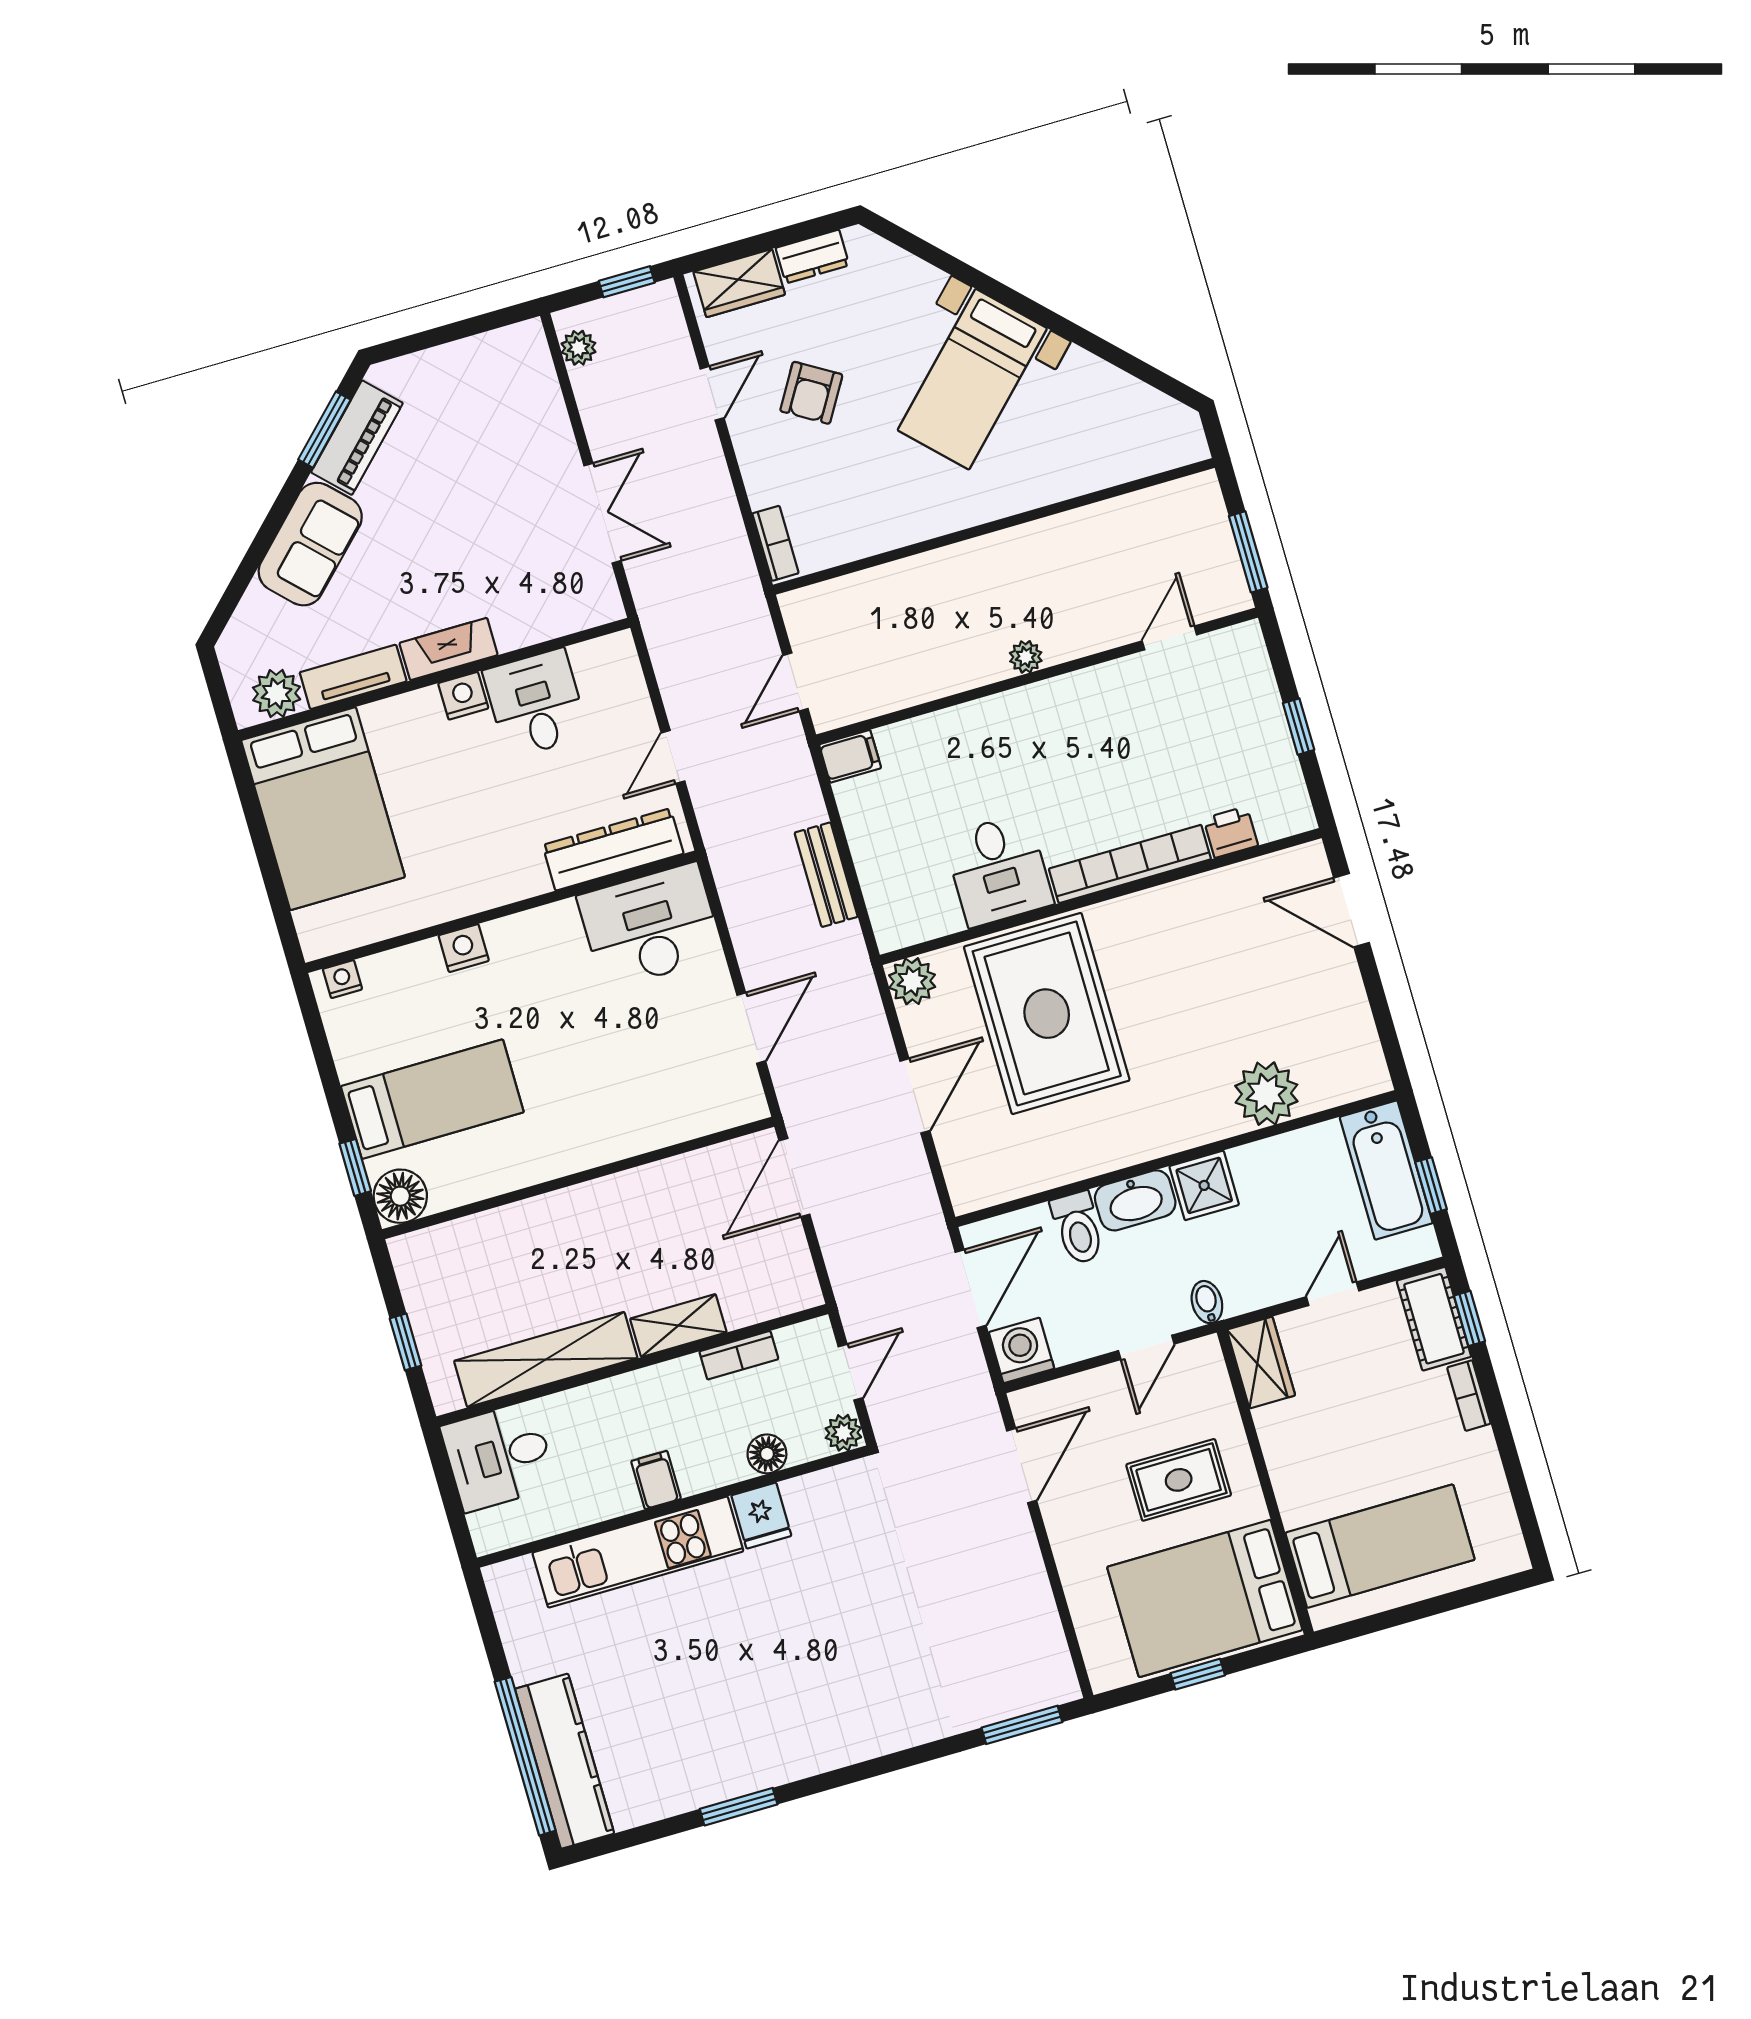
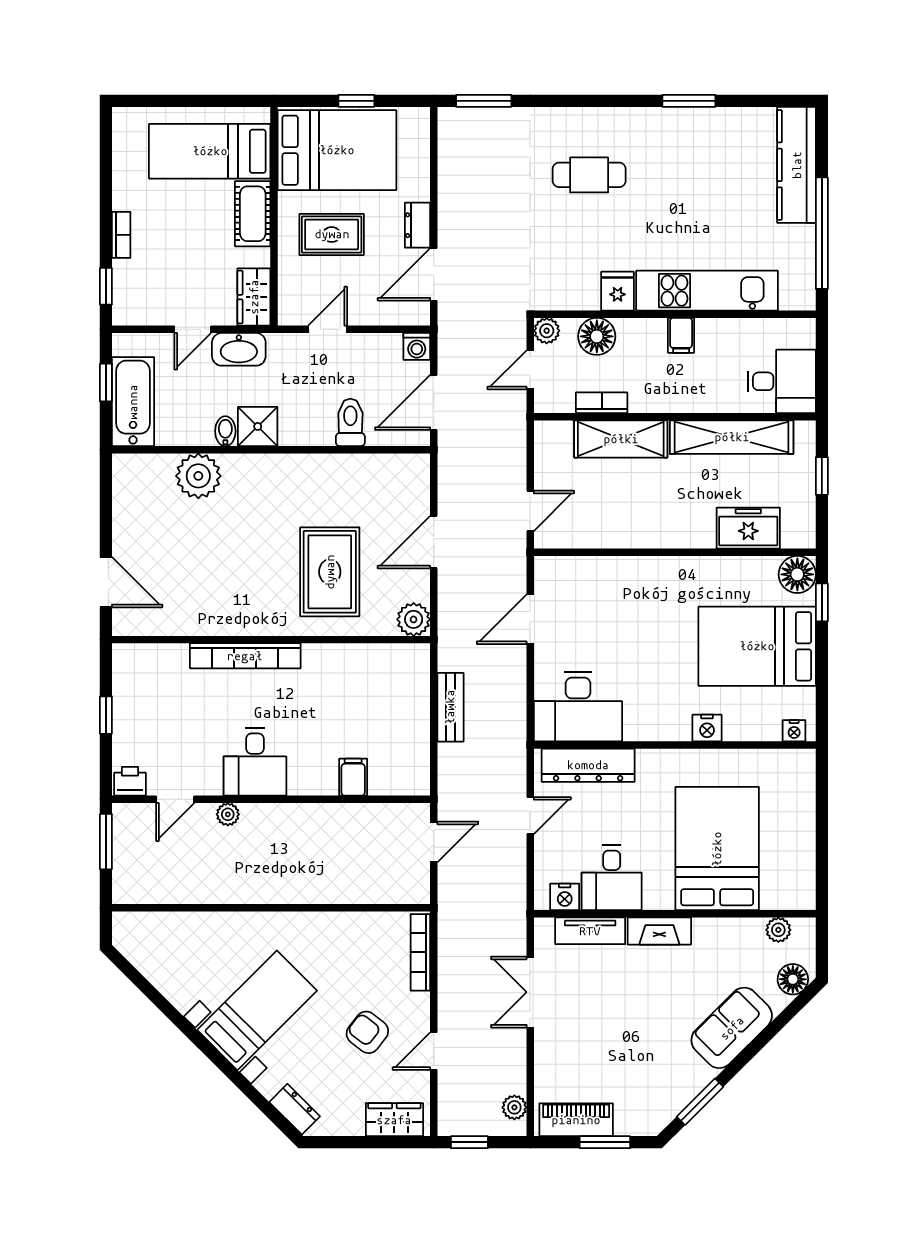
dresser: (812, 257) -> (295, 1109), moved, turned 45
window: (440, 336) -> (605, 1142), added
armchair: (811, 393) -> (367, 1032), turned -83
piano: (357, 438) -> (576, 1120), moved, turned 45
bookcase: (776, 543) -> (420, 952), width x1.56
floor lamp: (245, 636) -> (793, 979), added
plant: (1026, 657) -> (228, 814), moved
tv unit: (353, 677) -> (590, 931), moved
plant: (277, 693) -> (778, 930), width x0.73, depth x0.73
nightstand: (463, 696) -> (565, 897), moved
filing cabinet: (850, 756) -> (353, 777), moved, turned 90
bed: (323, 809) -> (717, 849), moved
printer: (1231, 832) -> (130, 781), moved, turned 180
desk: (998, 870) -> (255, 762), moved, turned 180
rug: (1047, 1014) -> (330, 572), width x0.73, depth x0.69
bed: (432, 1099) -> (757, 646), width x1.50
door: (794, 1177) -> (530, 511), width x0.73
washbasin: (1135, 1200) -> (239, 349), moved, turned 180
freezer: (486, 1241) -> (748, 528), added
bidet: (1207, 1302) -> (225, 431), moved, turned 180
cot: (1434, 1319) -> (253, 214), moved
shelving: (678, 1326) -> (621, 439), width x1.50, depth x1.33
washing machine: (1022, 1350) -> (417, 346), width x0.73, depth x0.73
floor lamp: (767, 1454) -> (597, 336), width x1.38, depth x1.38
dresser: (1064, 1527) -> (417, 225), added
cafe table: (847, 1665) -> (589, 175), added
window: (525, 1756) -> (822, 233), moved

